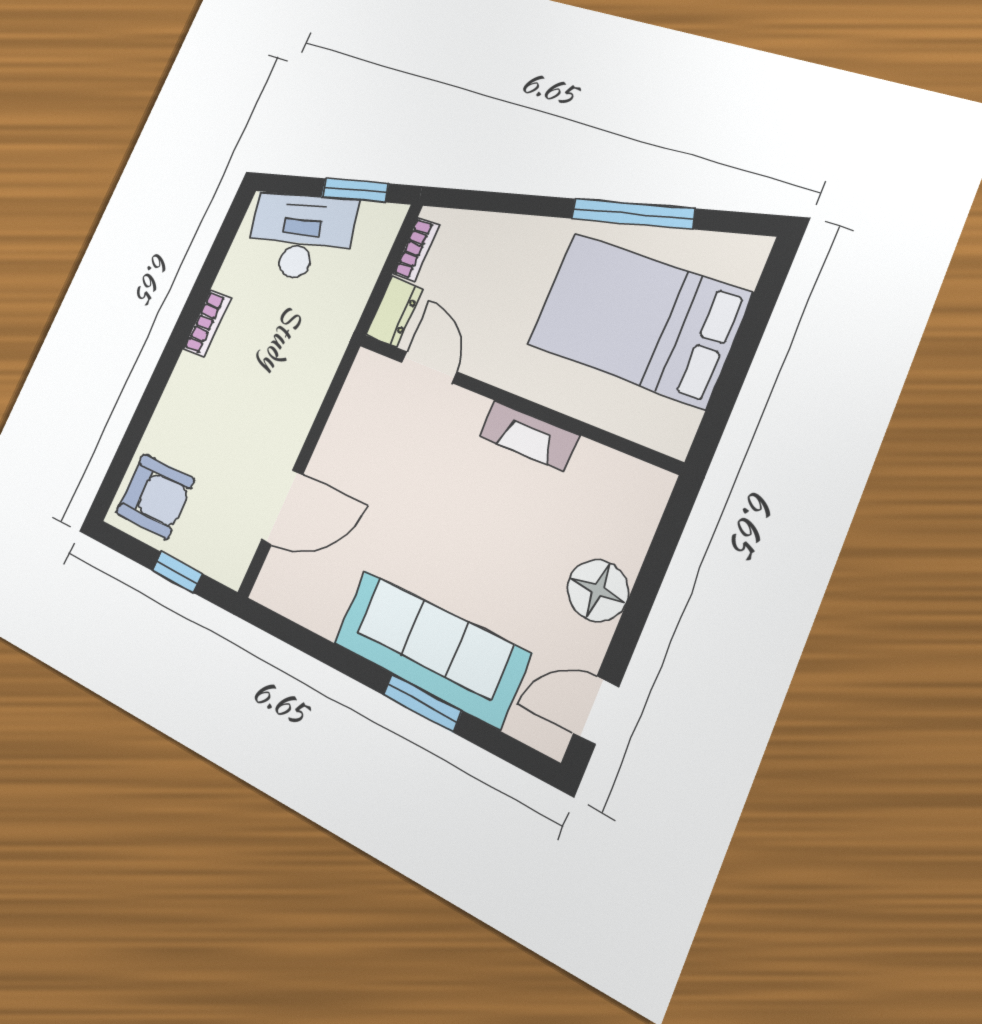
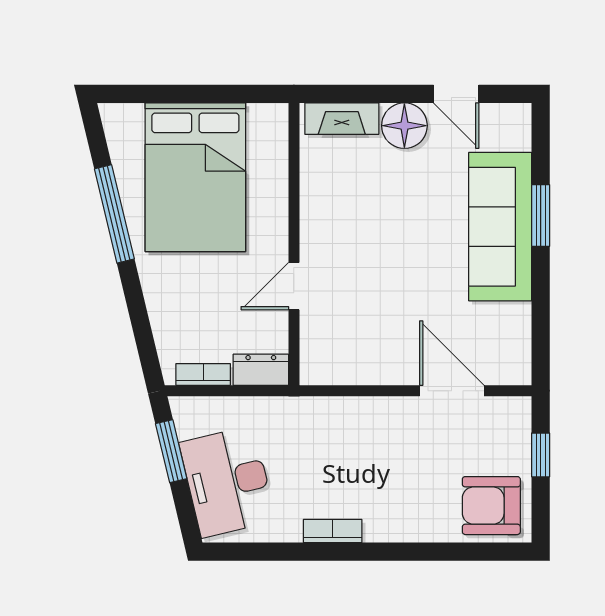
door: (429, 367) -> (294, 286), moved
fireplace: (529, 436) -> (342, 119), moved, turned 90
armchair: (155, 496) -> (491, 506), turned -90
door: (596, 710) -> (456, 94), moved

